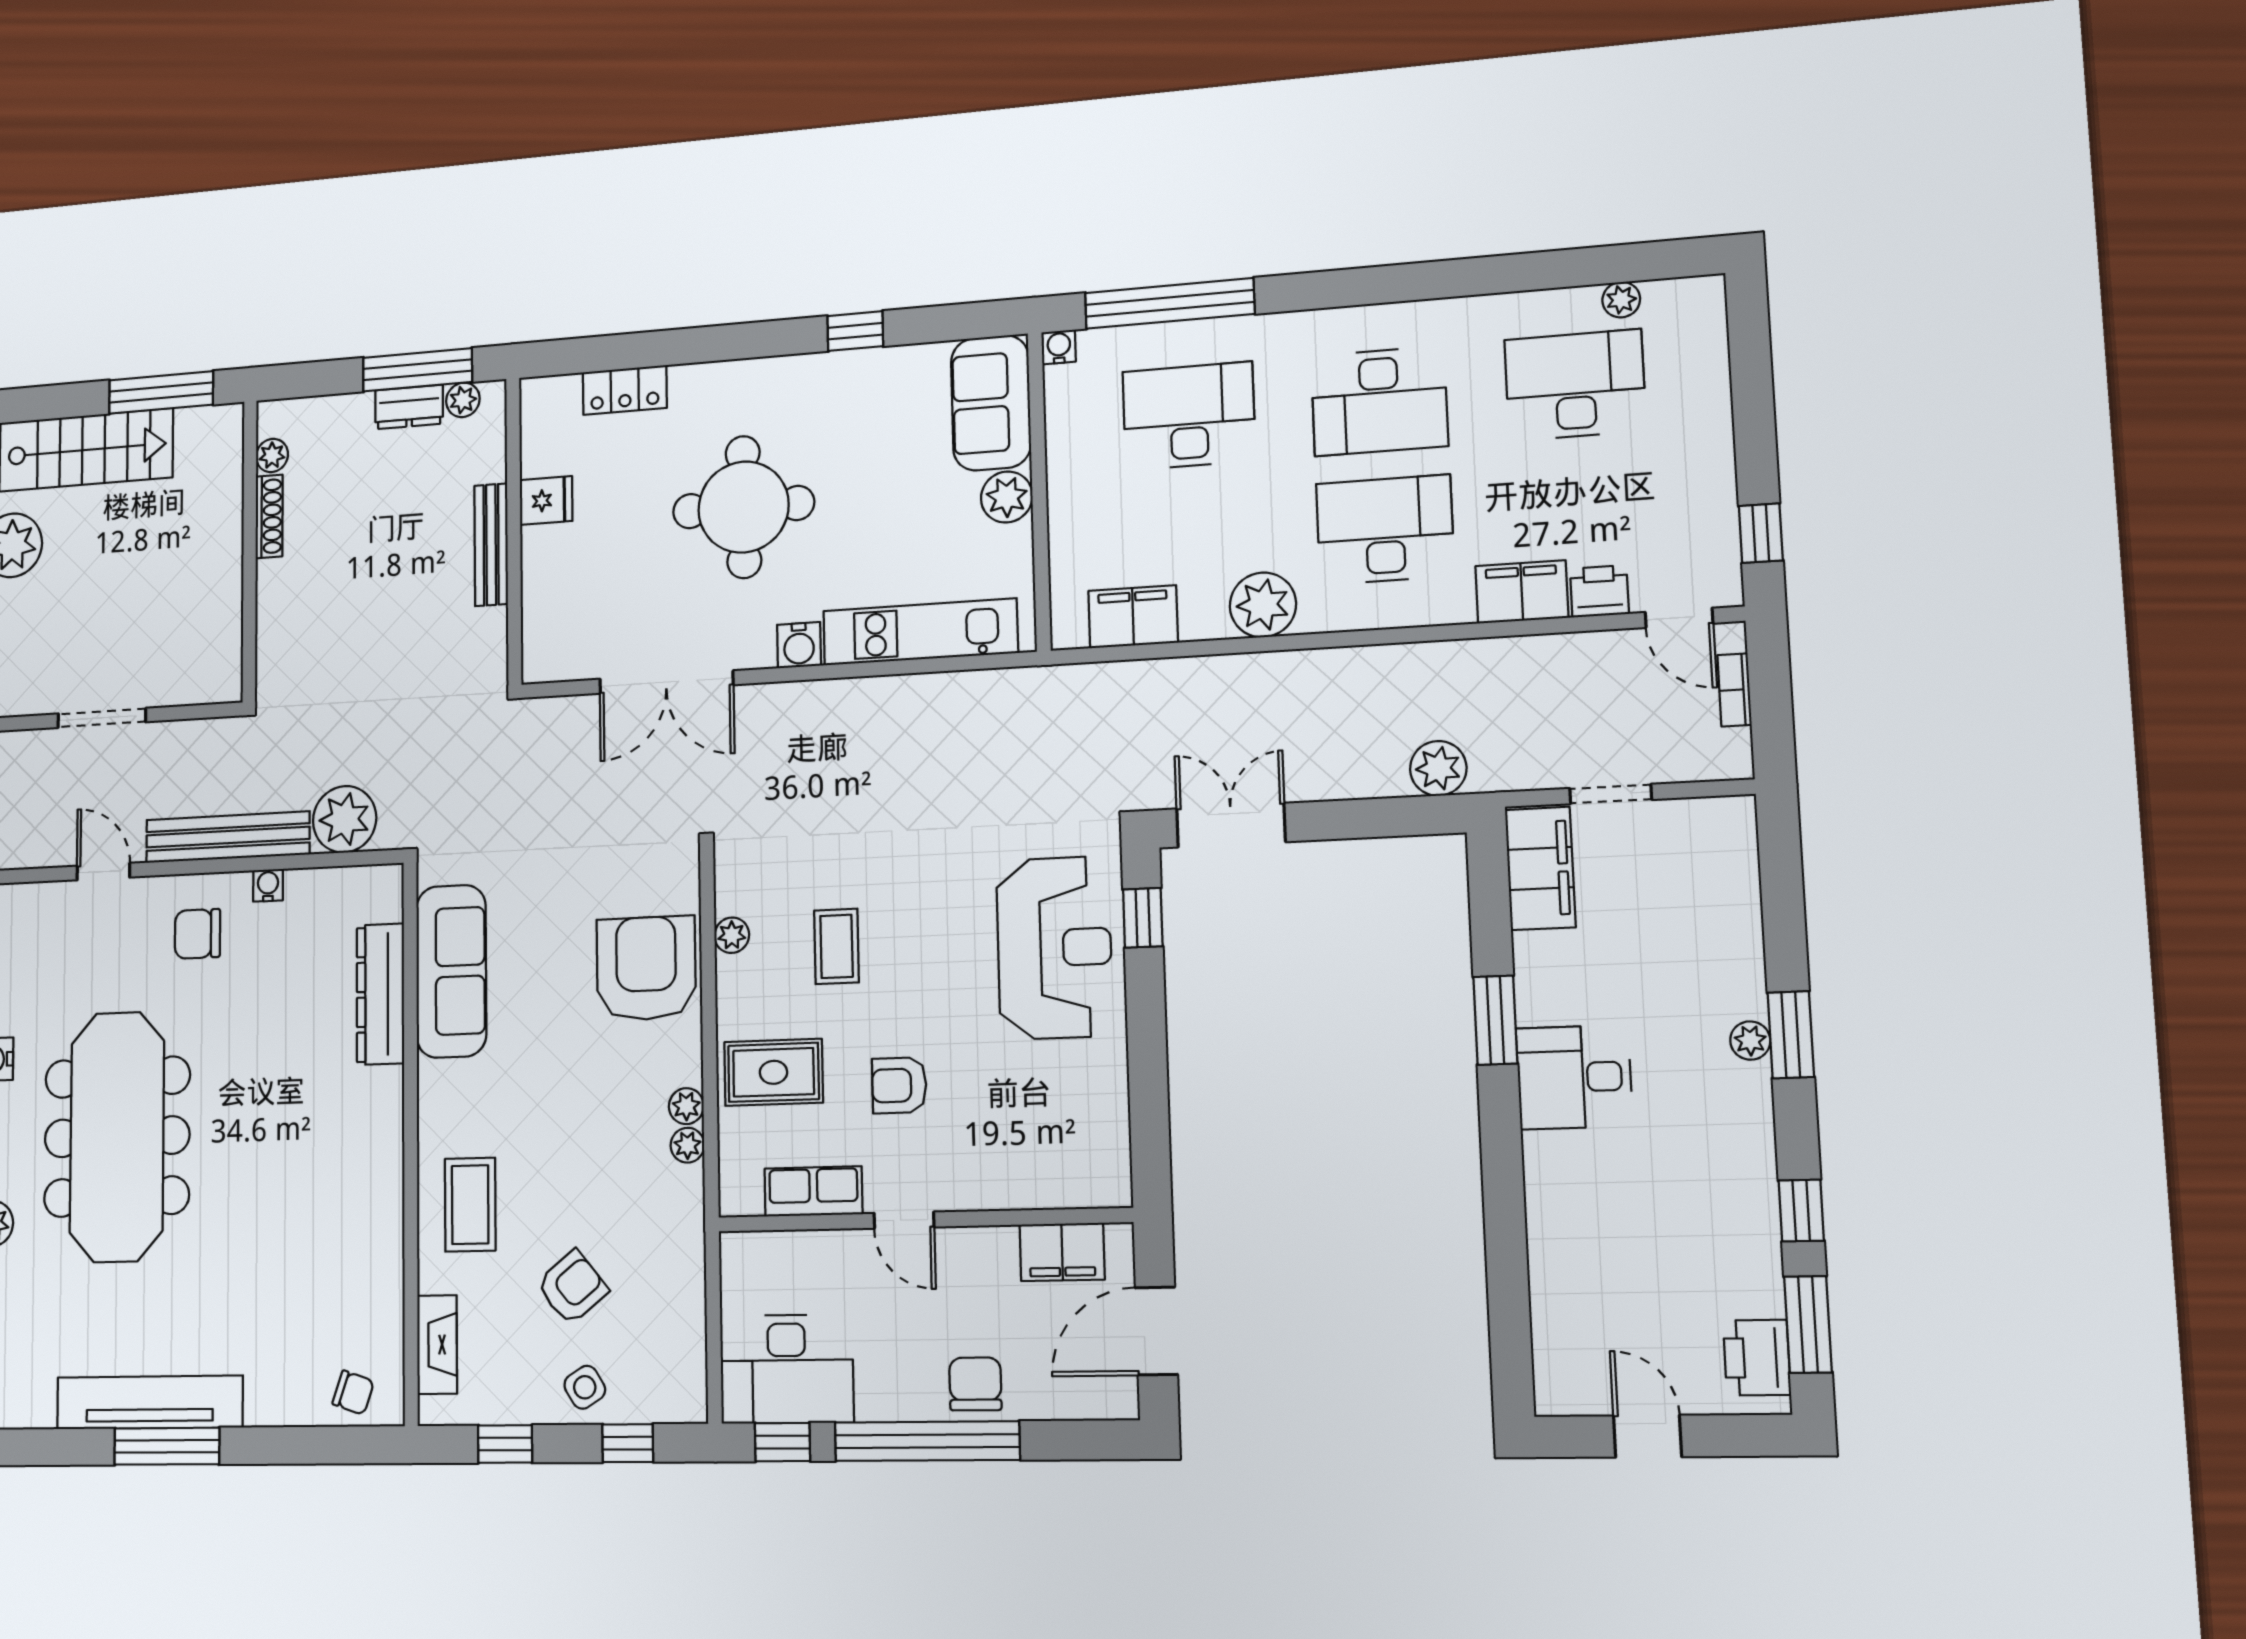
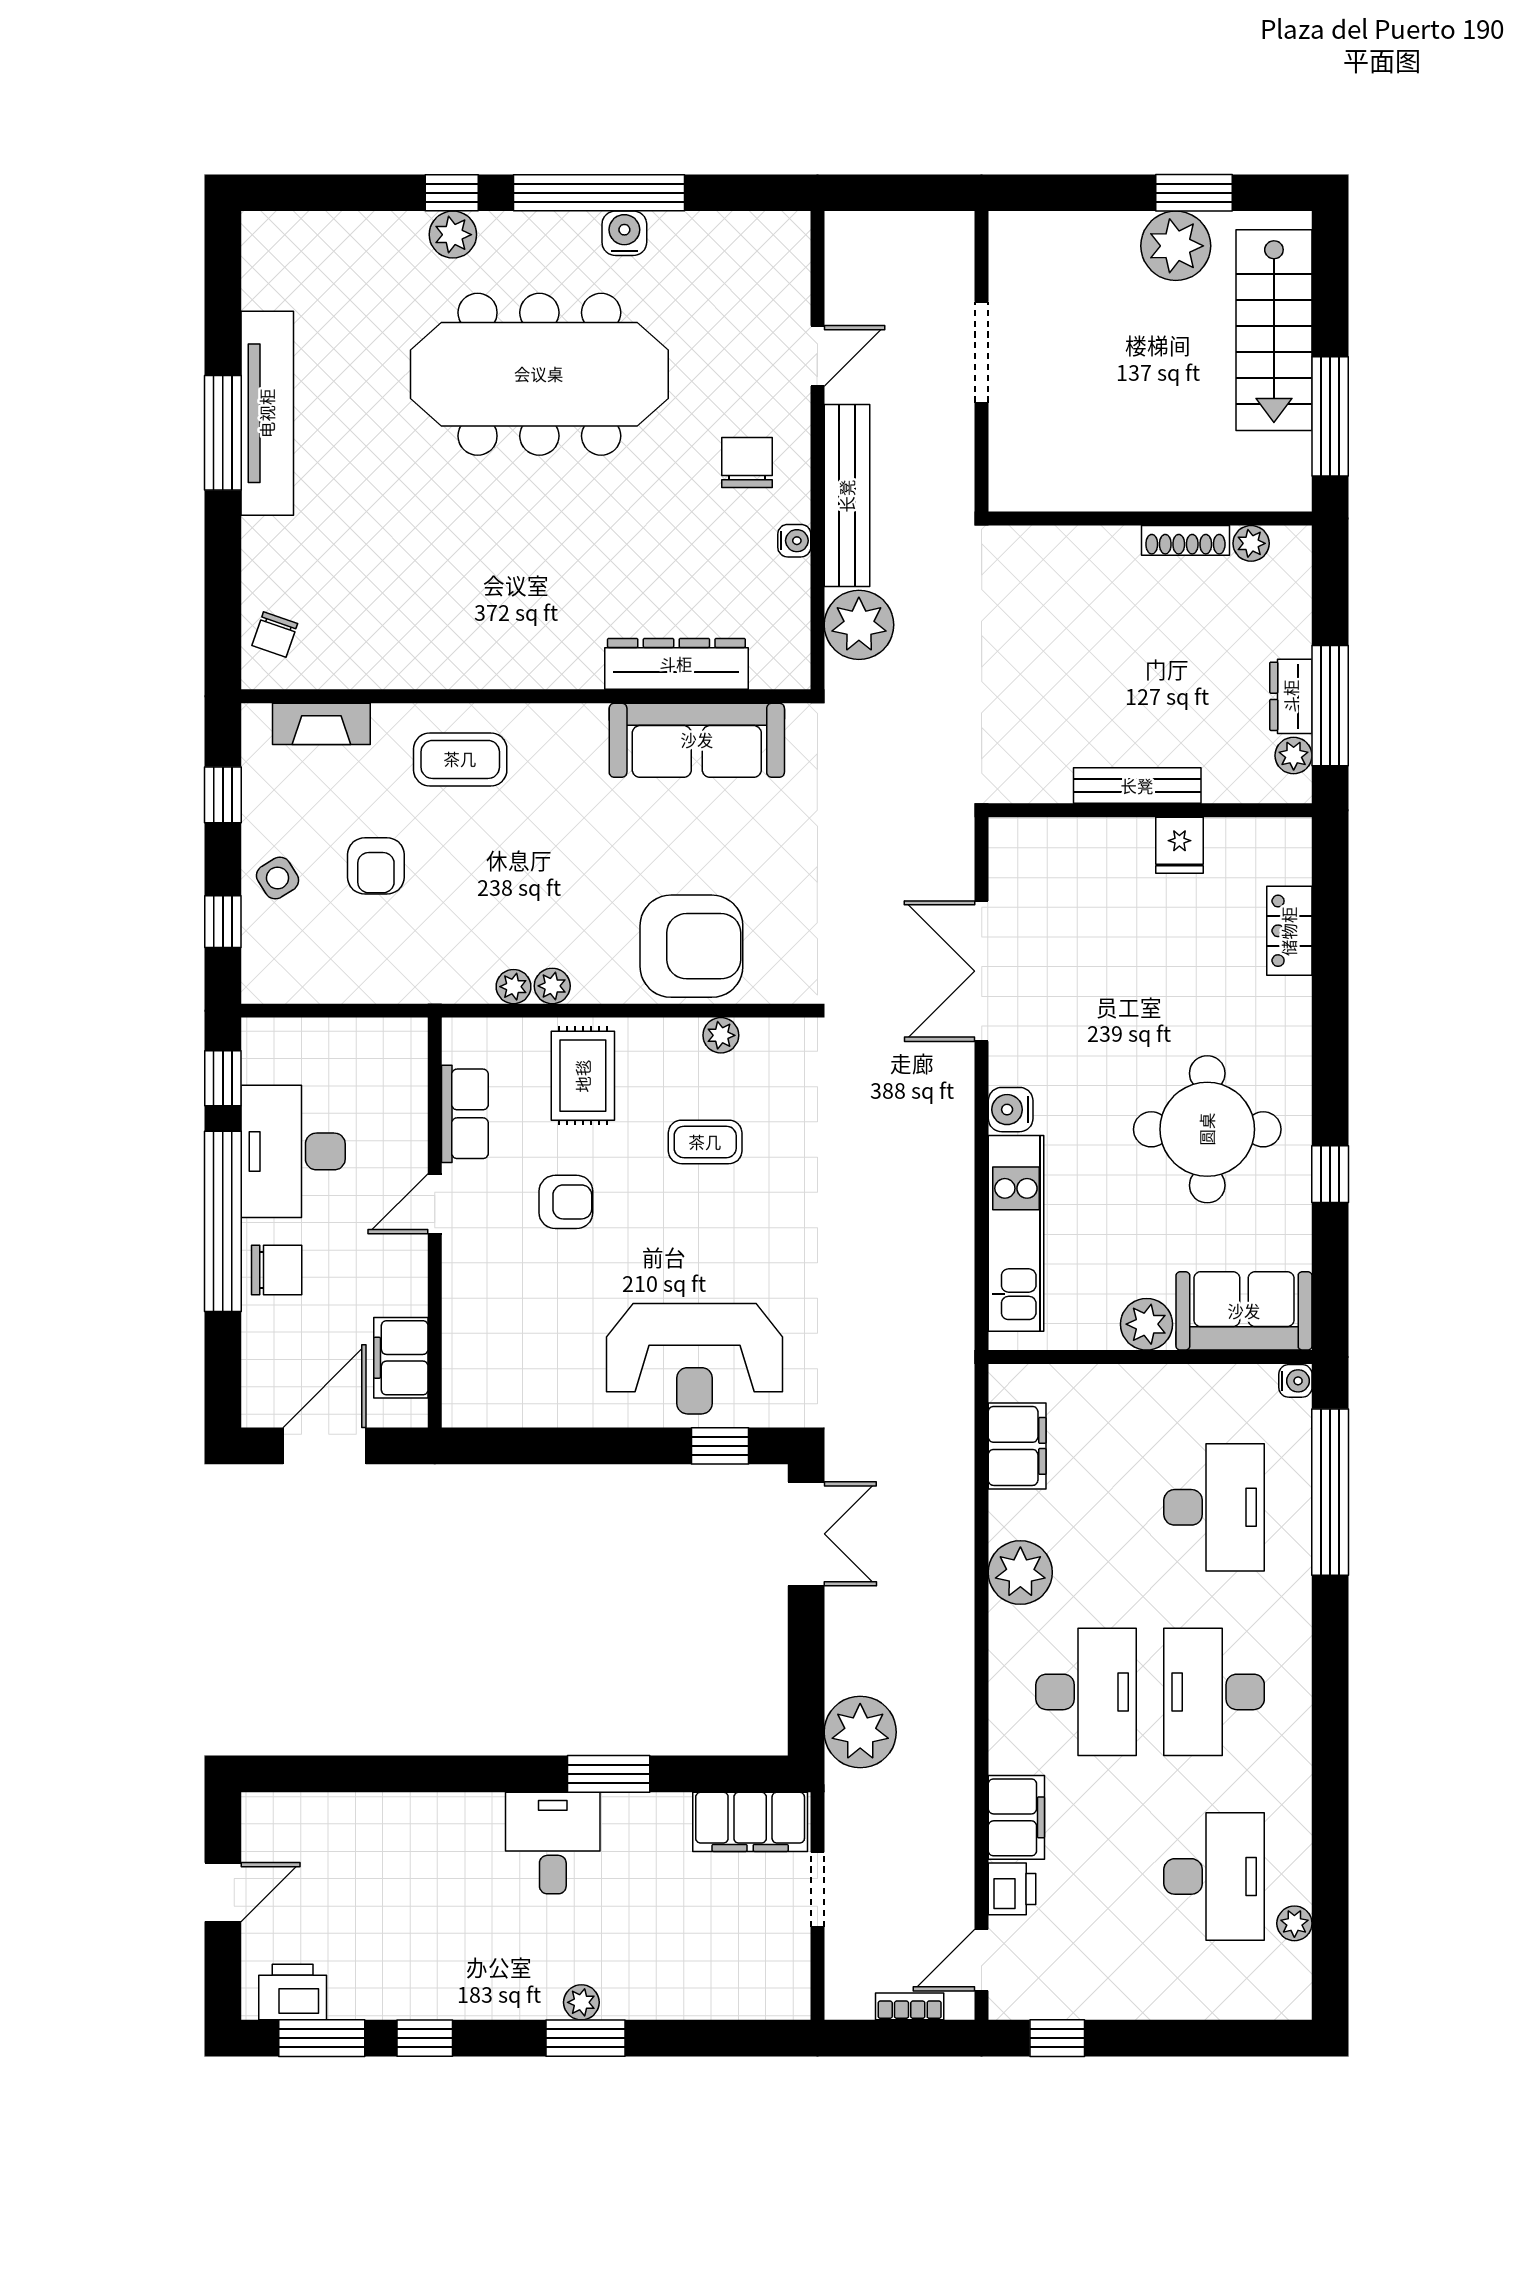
round table: (744, 507) -> (1207, 1129), moved
plant: (1438, 768) -> (860, 1732), width x1.36, depth x1.36
armchair: (899, 1085) -> (566, 1202), turned 90
armchair: (572, 1287) -> (376, 866), turned 39
door: (1156, 1331) -> (325, 1446), hinge flipped
desk: (787, 1369) -> (293, 1151), moved

